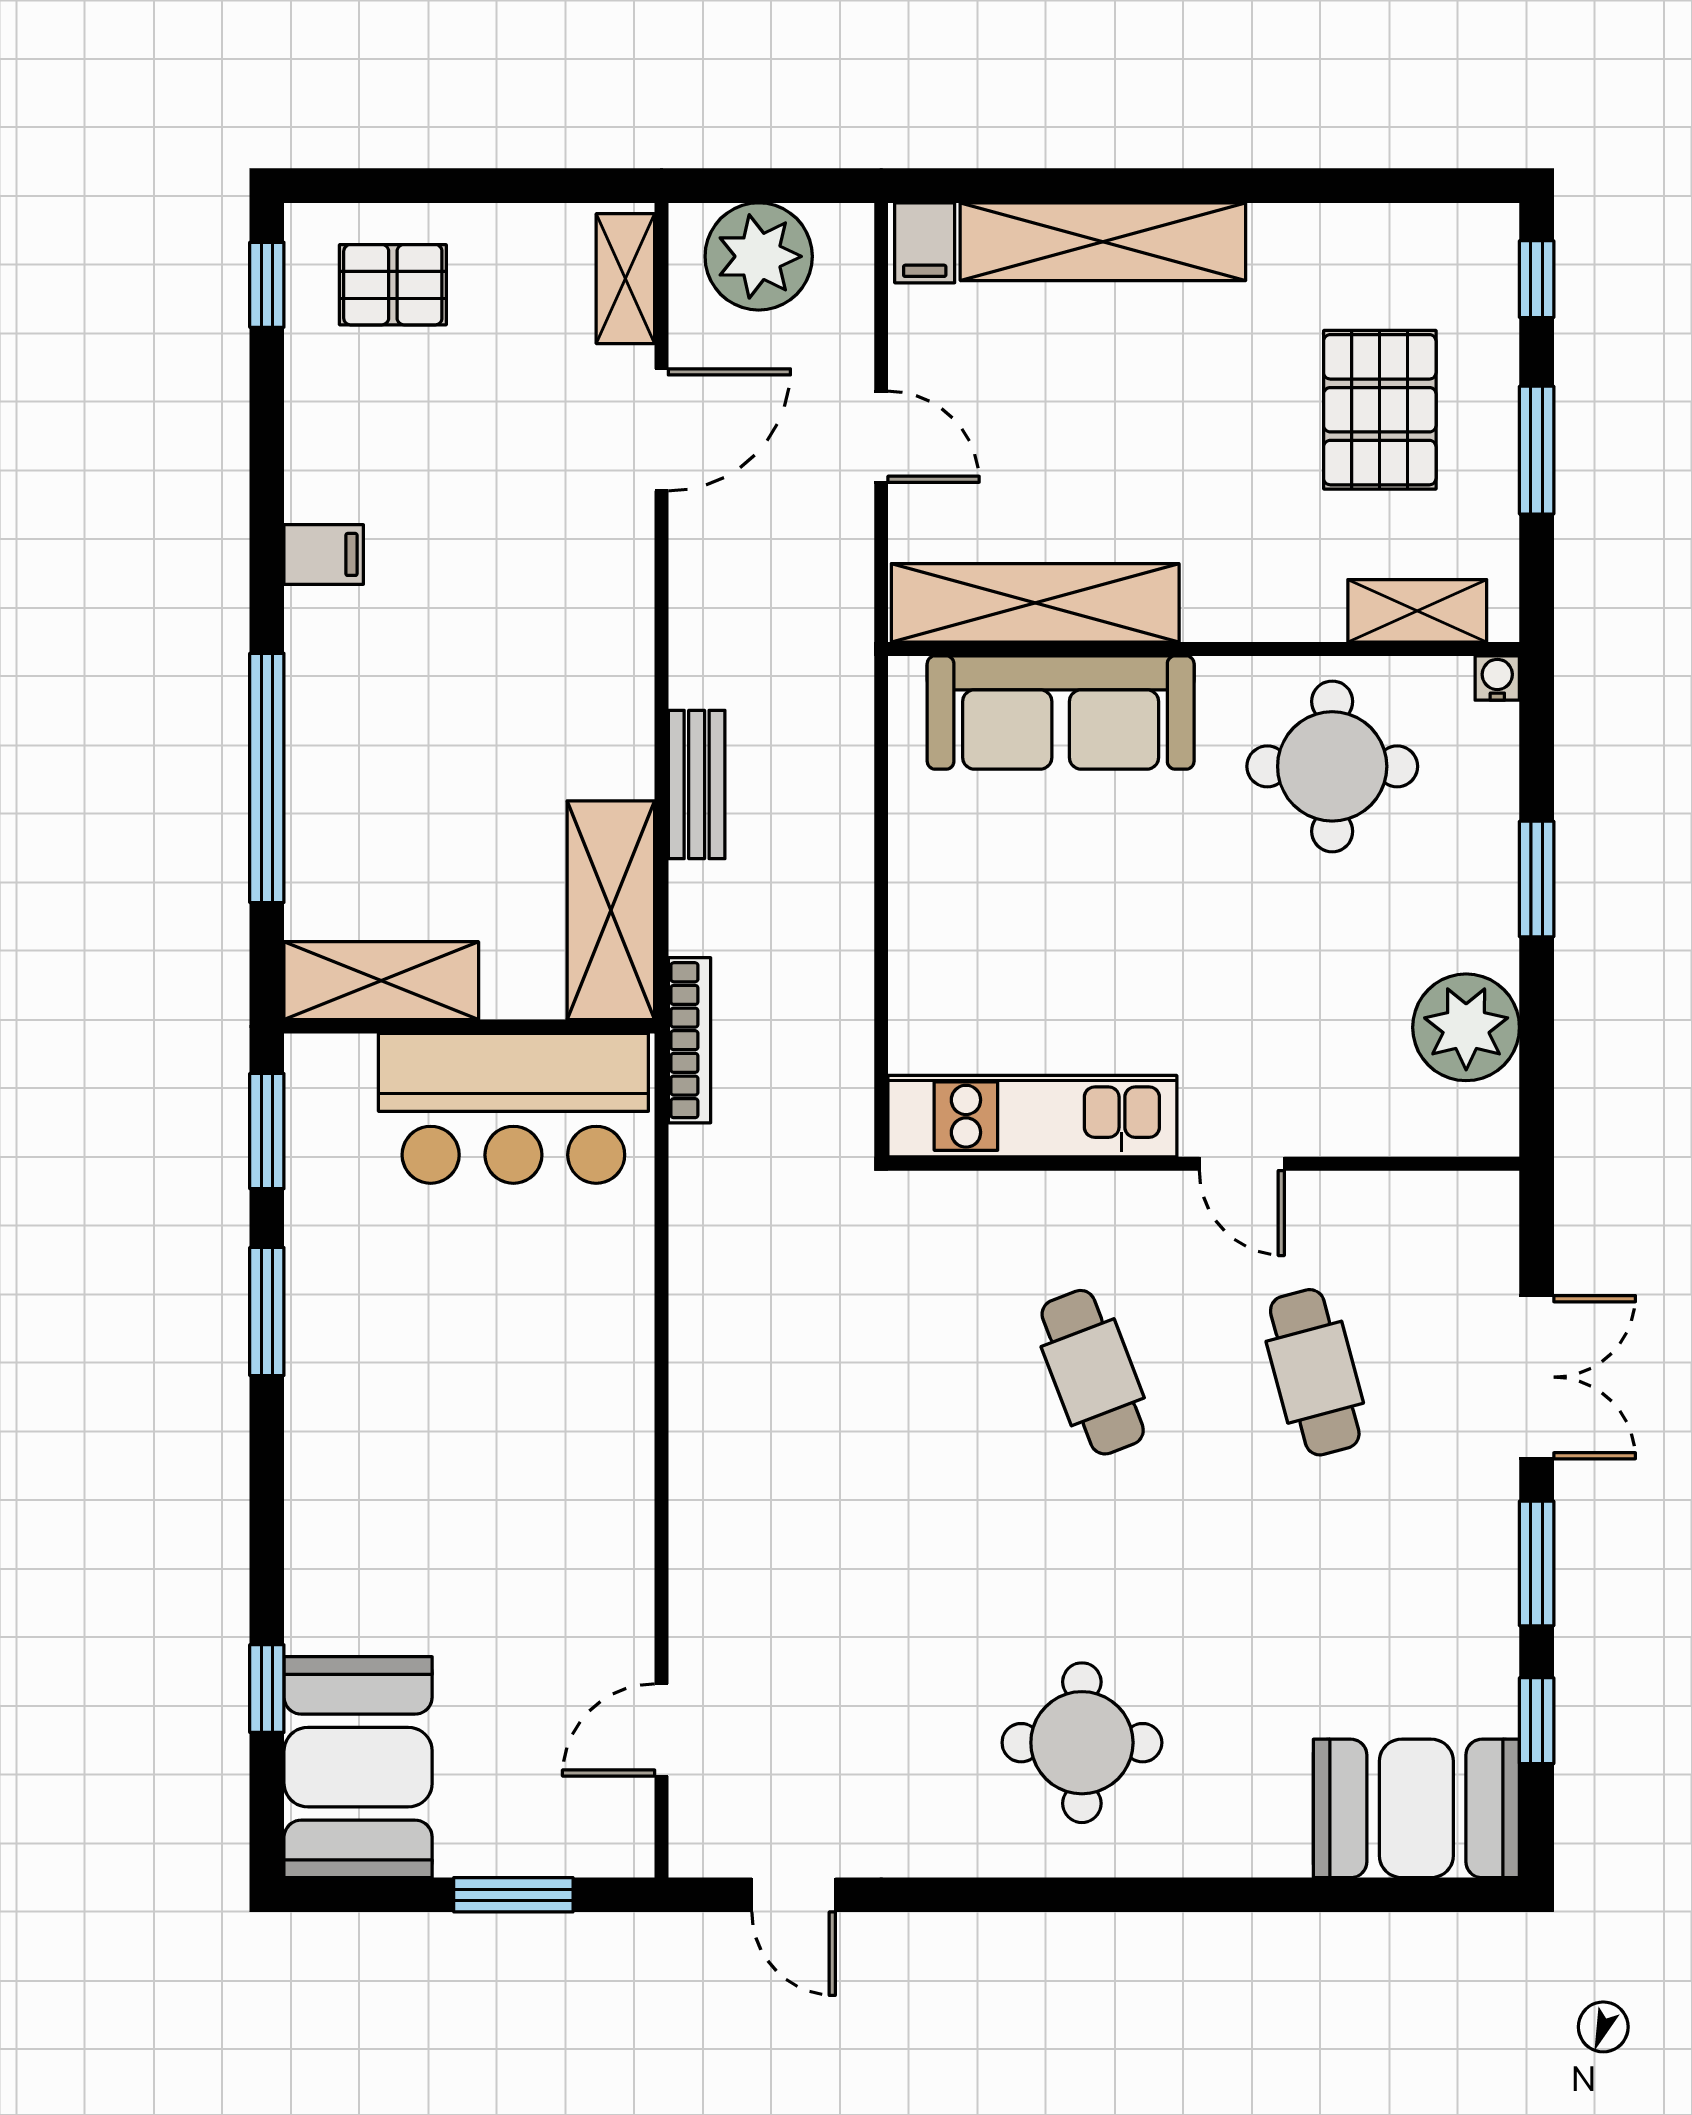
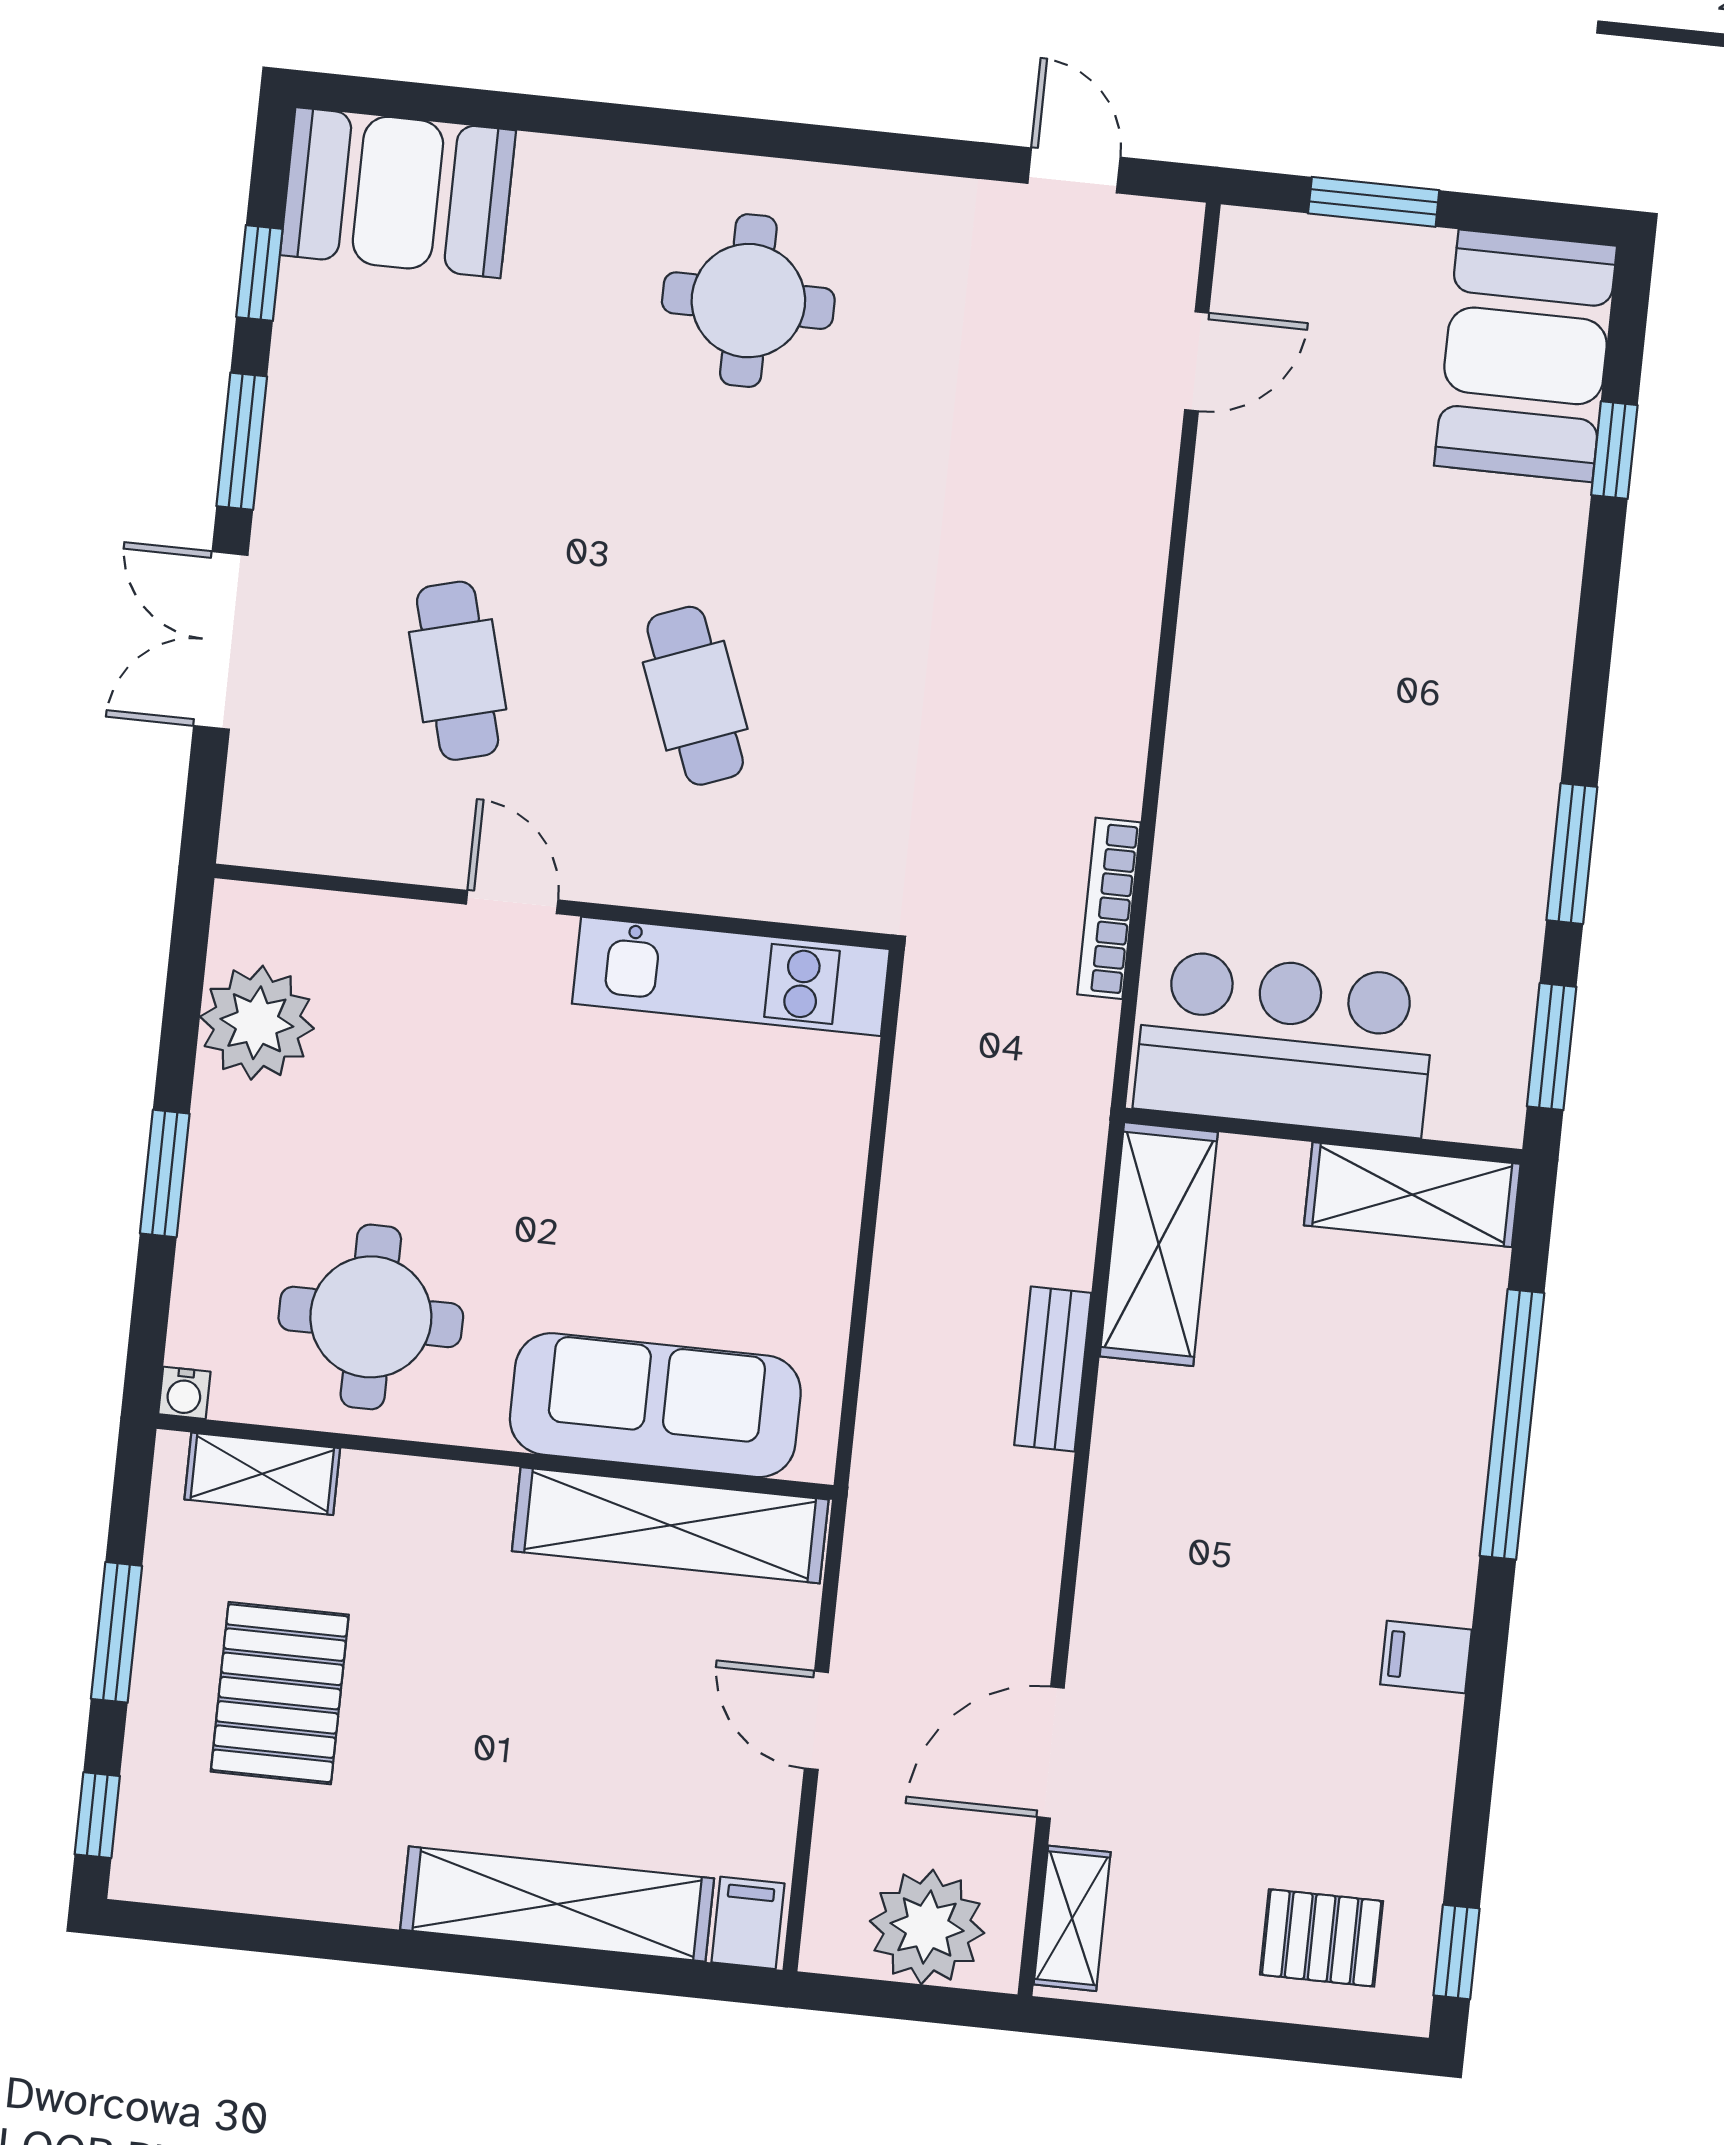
bookcase: (689, 1040) -> (1109, 908), moved

